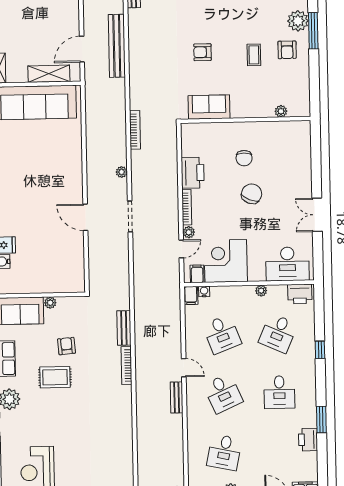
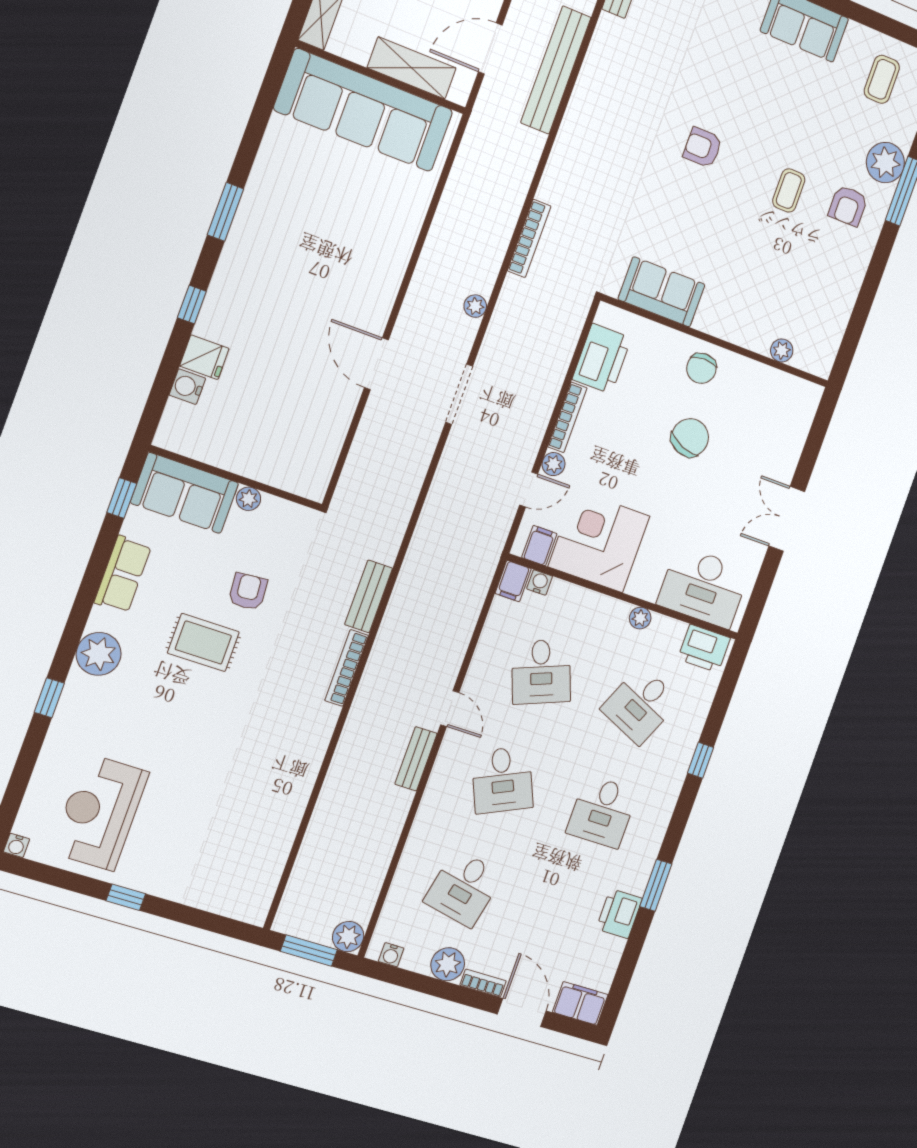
sofa: (209, 107) -> (661, 292), moved
plant: (281, 111) -> (782, 350), moved
wall: (245, 120) -> (716, 341), moved

